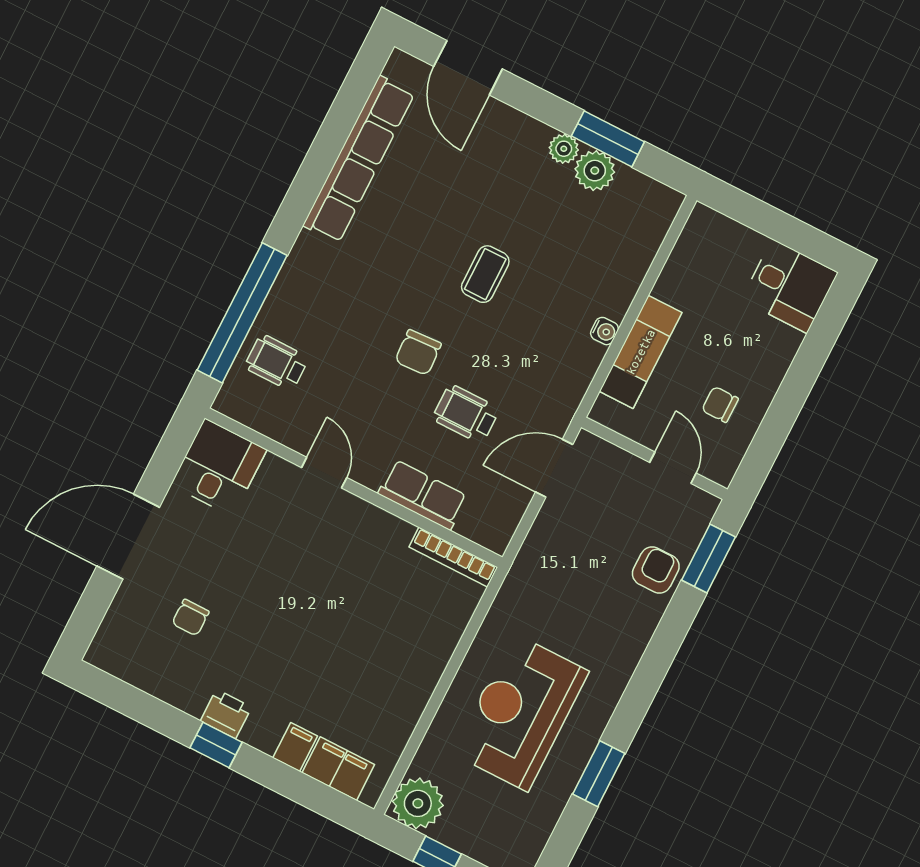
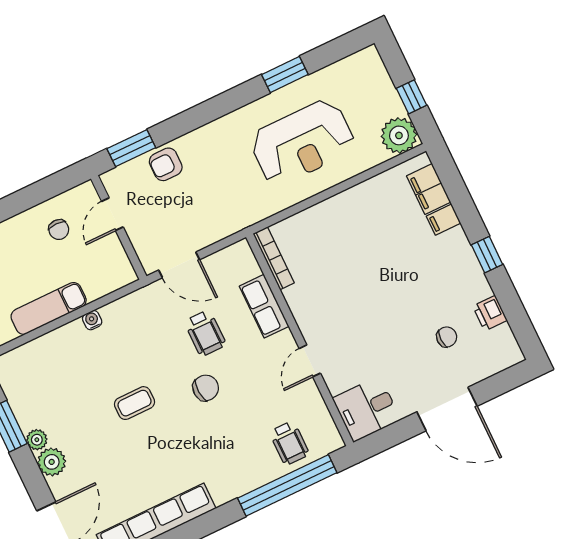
plant: (595, 171) -> (52, 462), moved
exam couch: (641, 352) -> (49, 308), moved
printer: (226, 714) -> (490, 313), moved

